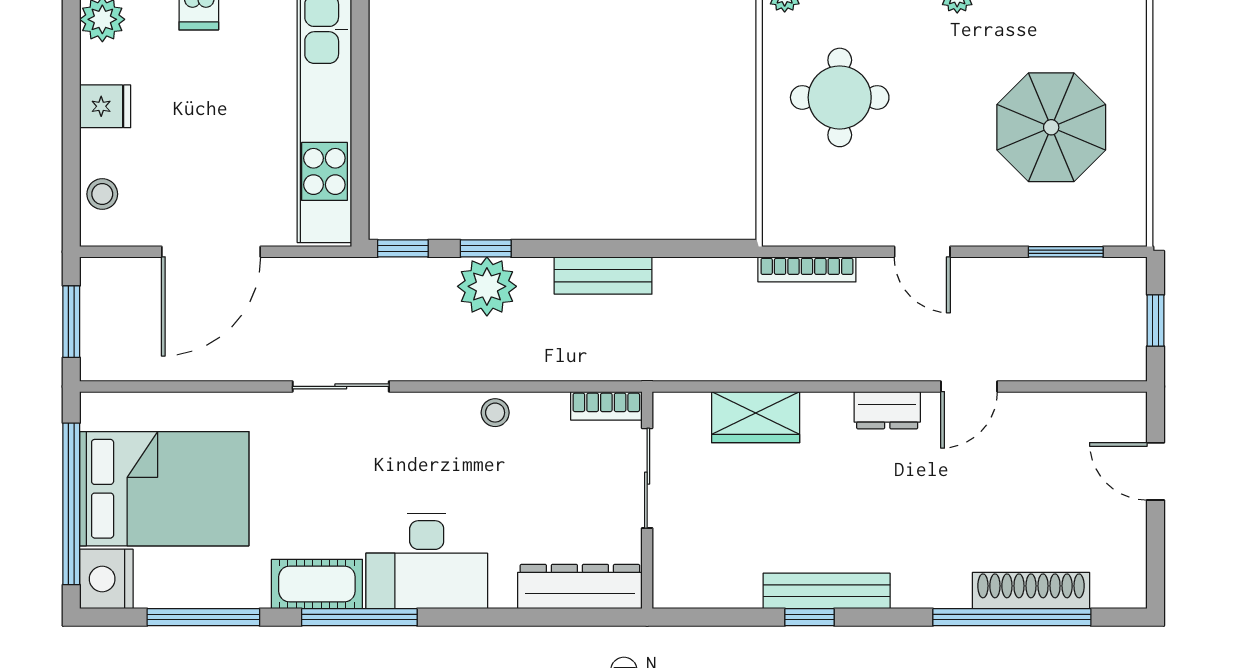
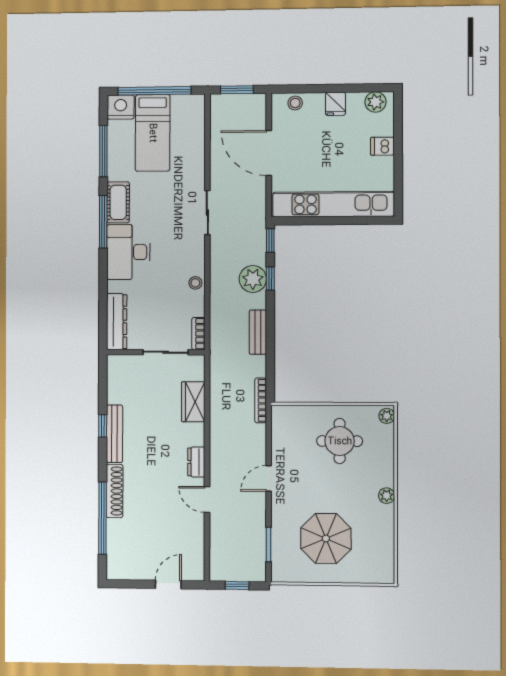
bookcase: (807, 269) -> (261, 400), moved
bed: (164, 489) -> (153, 133), width x0.67
shoe rack: (1031, 591) -> (115, 491), moved

